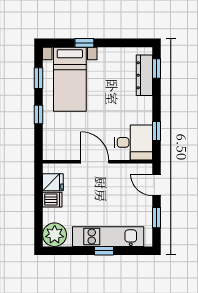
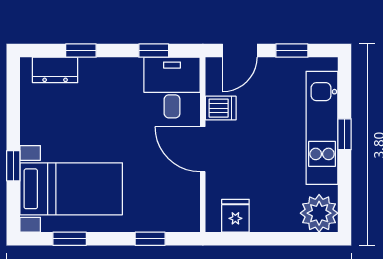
window: (157, 69) -> (81, 51), moved
dresser: (144, 75) -> (55, 70), width x0.70
window: (39, 115) -> (150, 239), moved
door: (95, 162) -> (203, 149), hinge flipped
dishwasher: (52, 200) -> (221, 108), moved, turned 90

